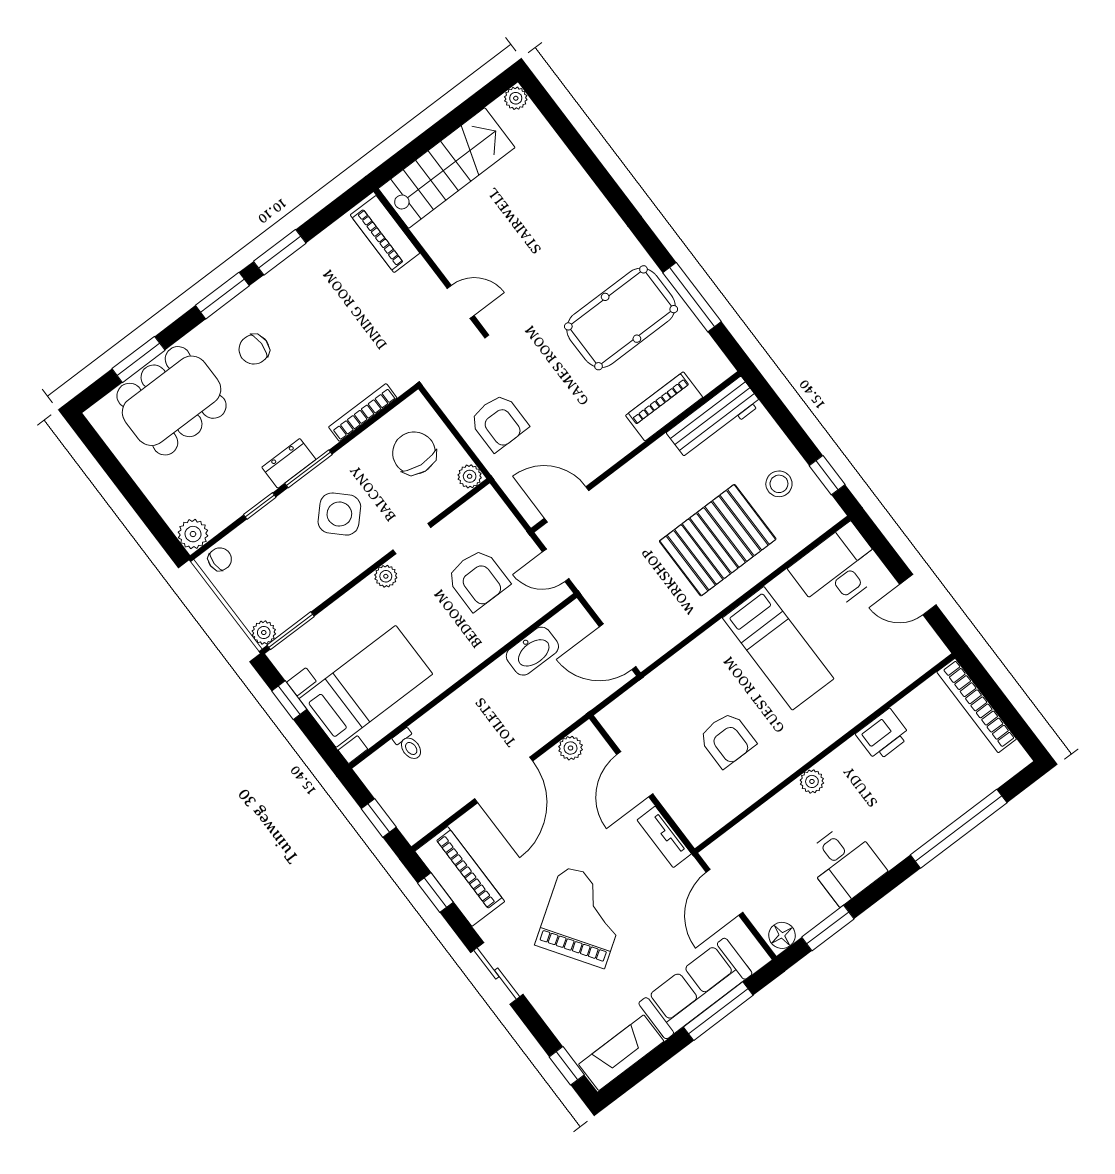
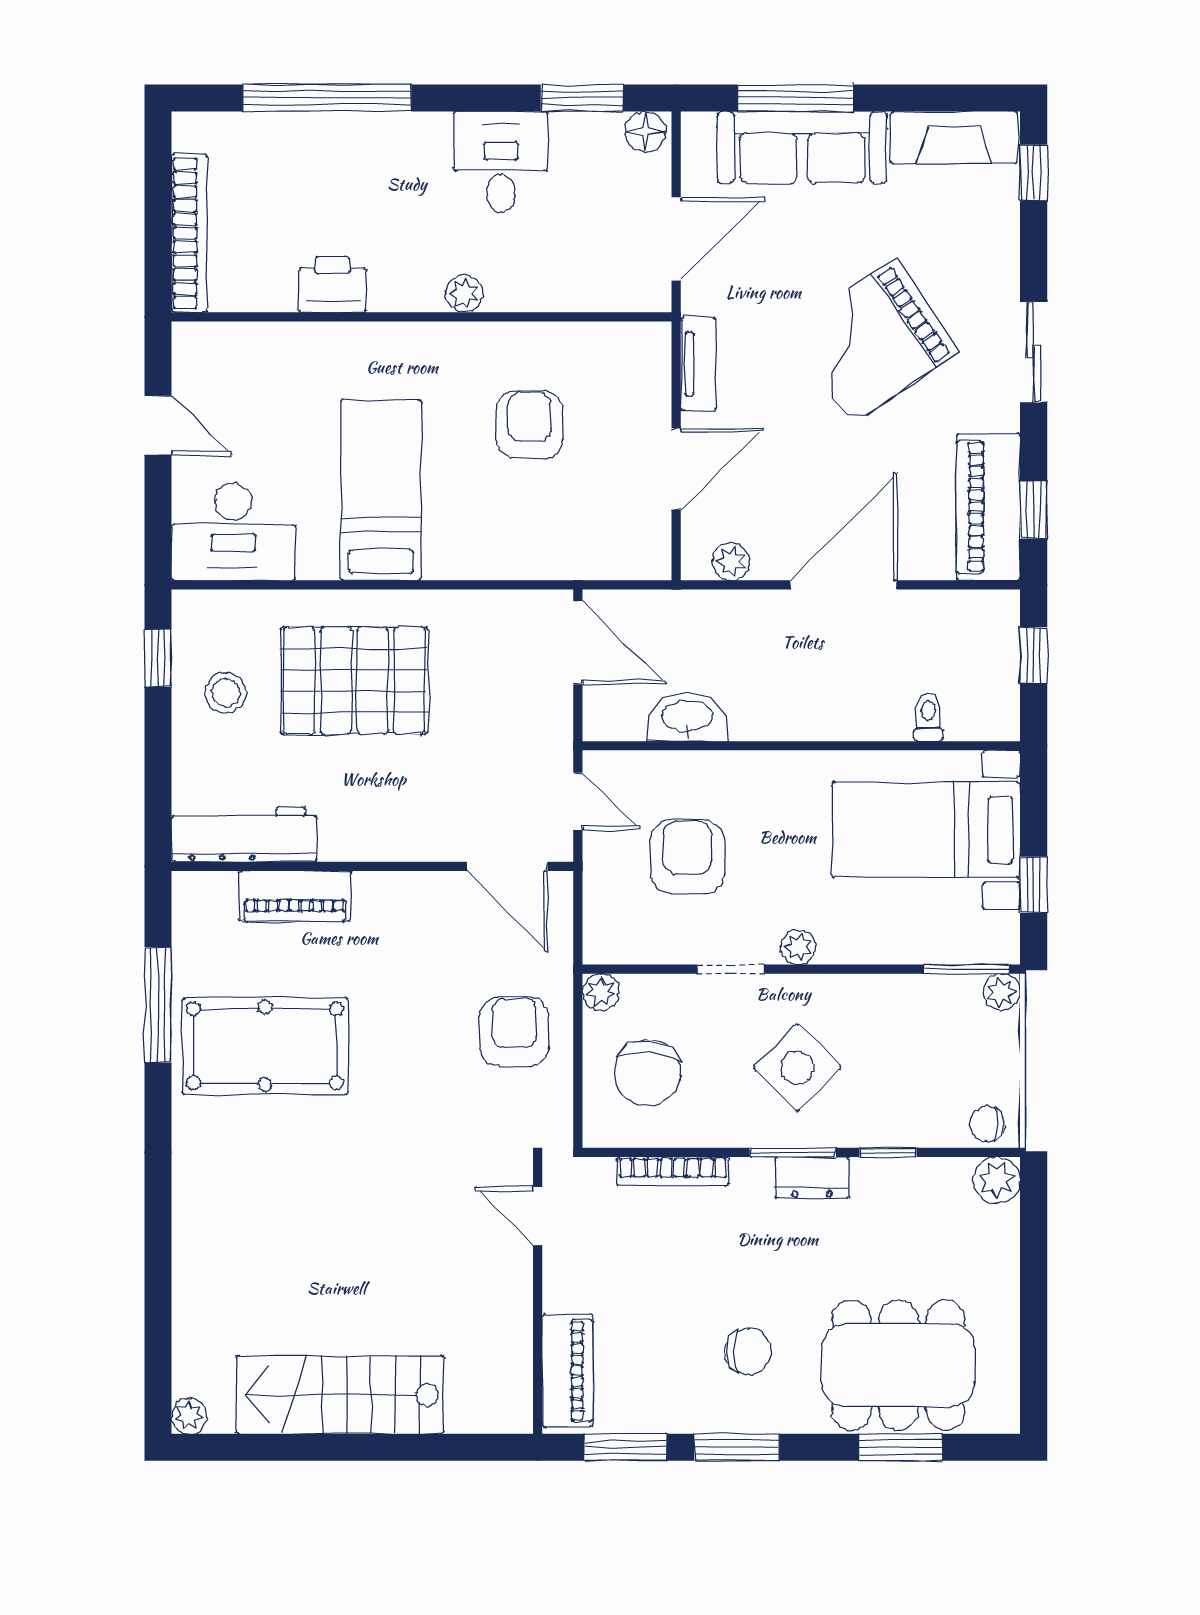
piano: (385, 234) -> (567, 1371), moved
wall: (430, 261) -> (538, 1295), moved
door: (461, 302) -> (538, 1216), moved

